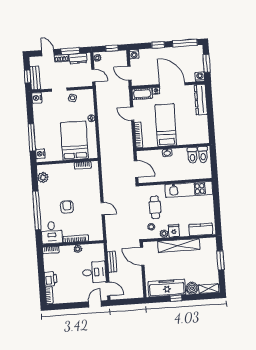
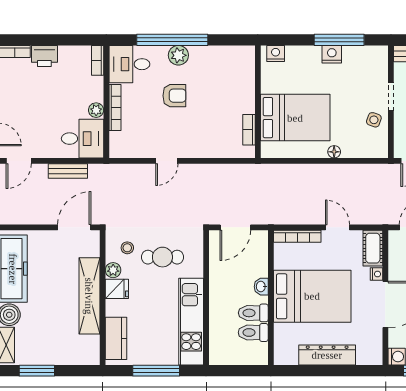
nightstand: (37, 98) -> (332, 54), moved
dresser: (201, 100) -> (327, 355), moved
door: (132, 114) -> (338, 227), hinge flipped
bed: (166, 125) -> (312, 296), width x1.50
window: (32, 137) -> (339, 40), moved
toilet: (203, 155) -> (253, 313), moved
plant: (43, 177) -> (178, 55), moved
window: (217, 206) -> (156, 371), added
window: (220, 260) -> (37, 371), moved
desk: (94, 272) -> (83, 139), moved, turned -90

